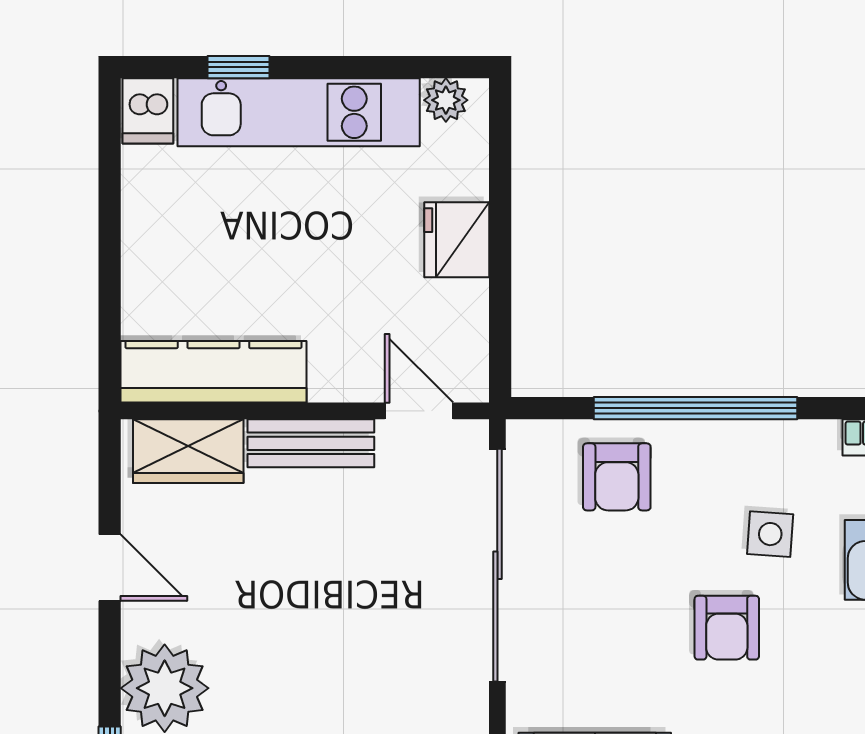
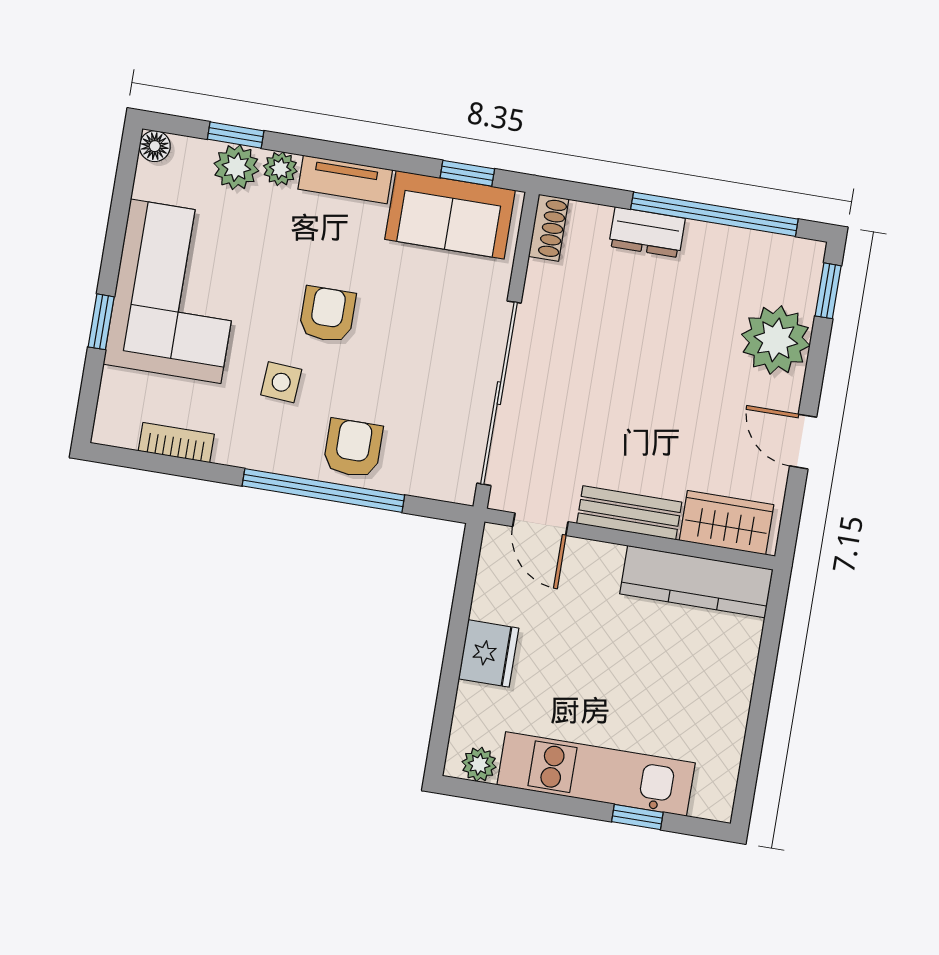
dishwasher: (148, 111) -> (714, 795), removed
armchair: (617, 477) -> (353, 448), moved

